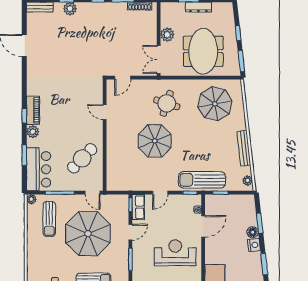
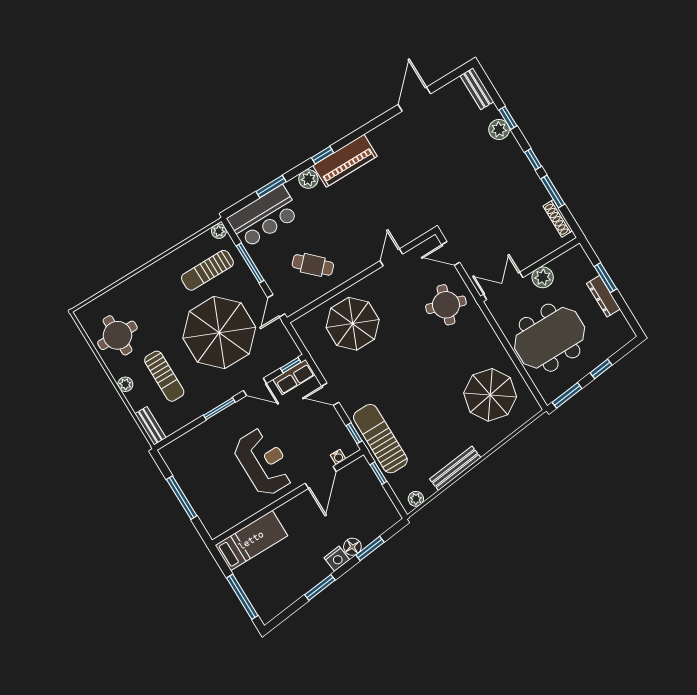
round table: (167, 103) -> (446, 305), moved
piano: (33, 110) -> (345, 161), width x1.37, depth x1.33
parasol: (155, 141) -> (353, 324), moved
cafe table: (82, 158) -> (313, 265), width x0.73, depth x0.74
door: (203, 226) -> (321, 477), hinge flipped

